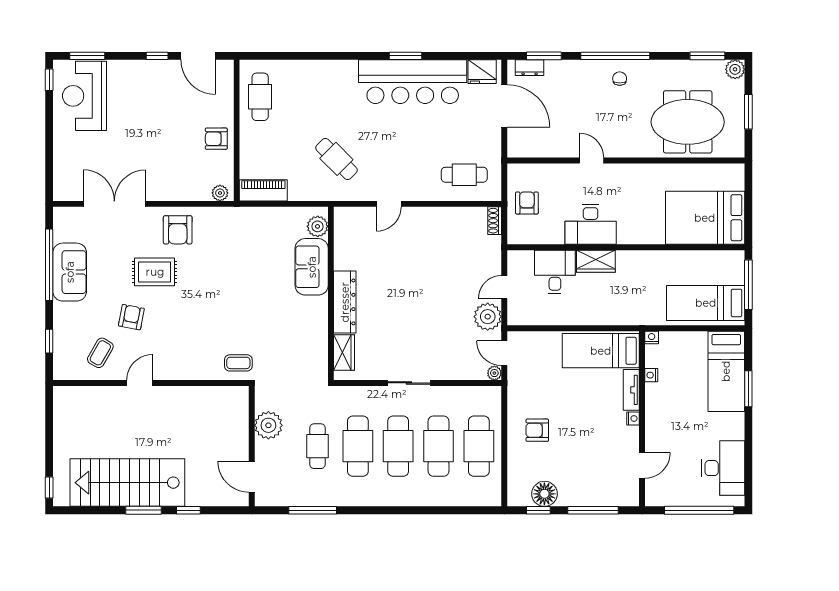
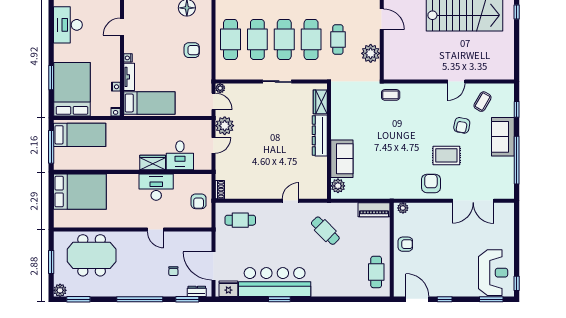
chair: (620, 79) -> (173, 271), moved
sofa: (70, 272) -> (503, 137), moved
bed: (726, 371) -> (72, 89), width x1.50

